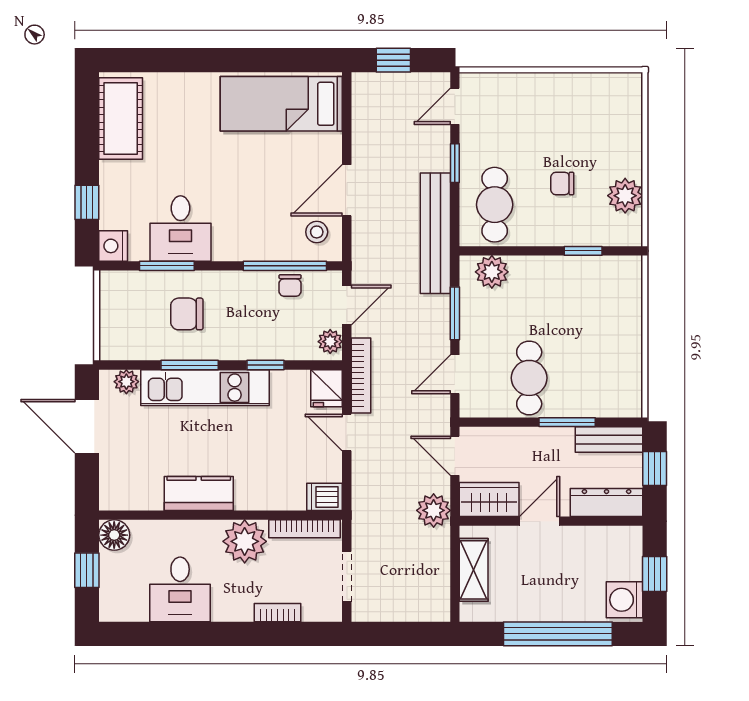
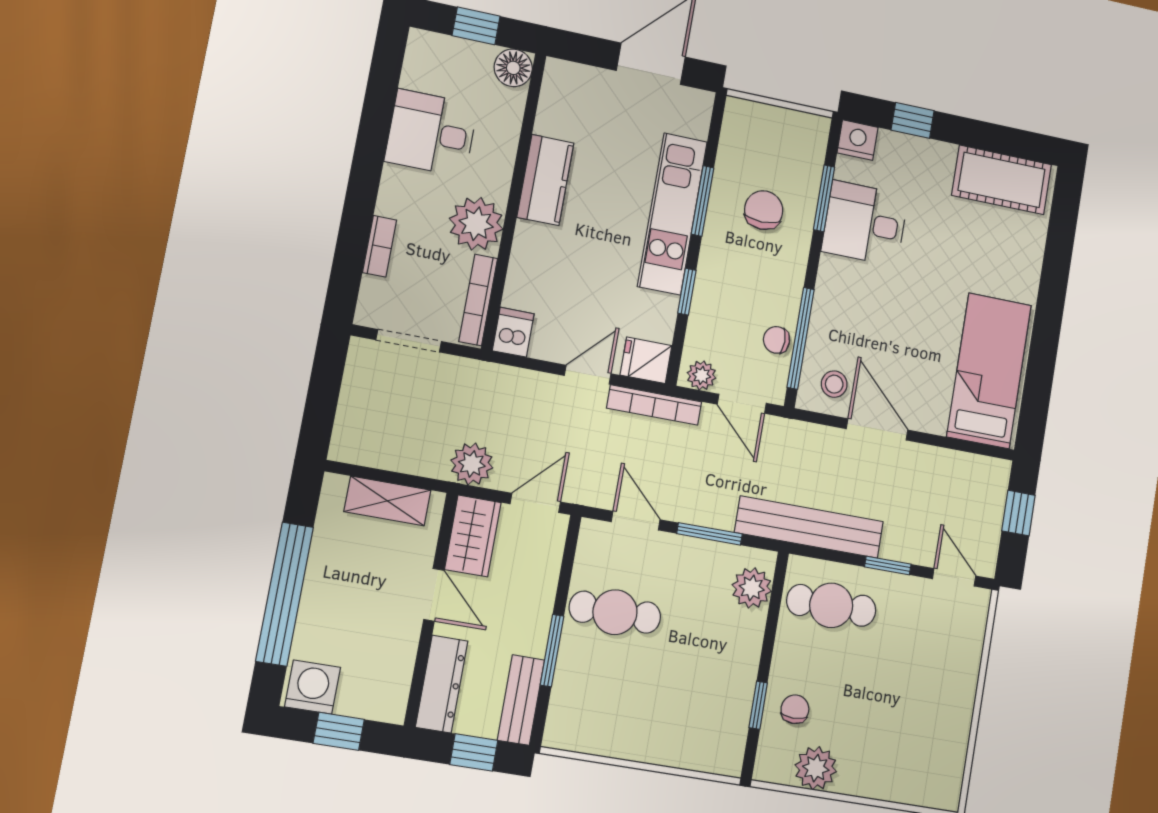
chair: (562, 183) -> (795, 709), moved
plant: (126, 382) -> (696, 122), removed

